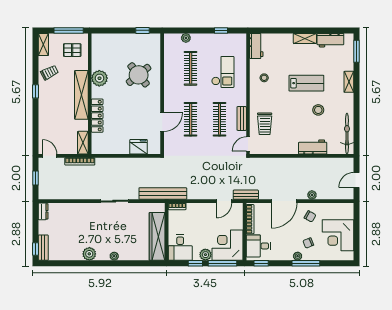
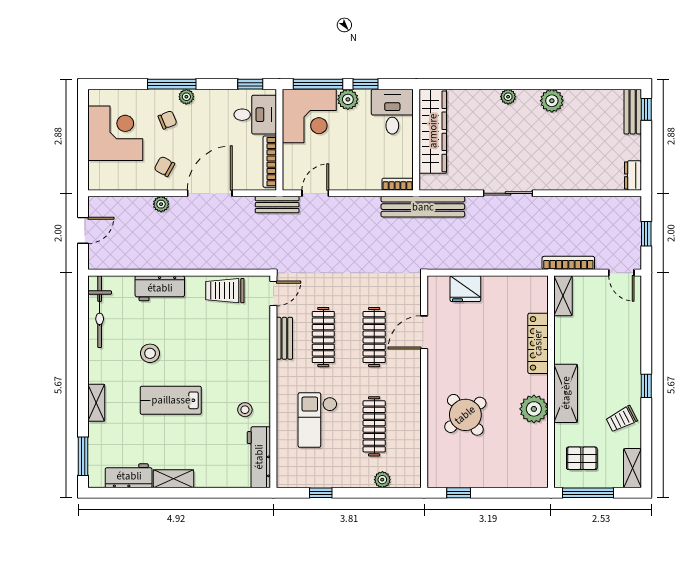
workbench: (256, 46) -> (259, 457), width x1.38
shelving: (81, 95) -> (566, 393), width x0.68
trolley: (265, 124) -> (225, 291), moved, turned -90

